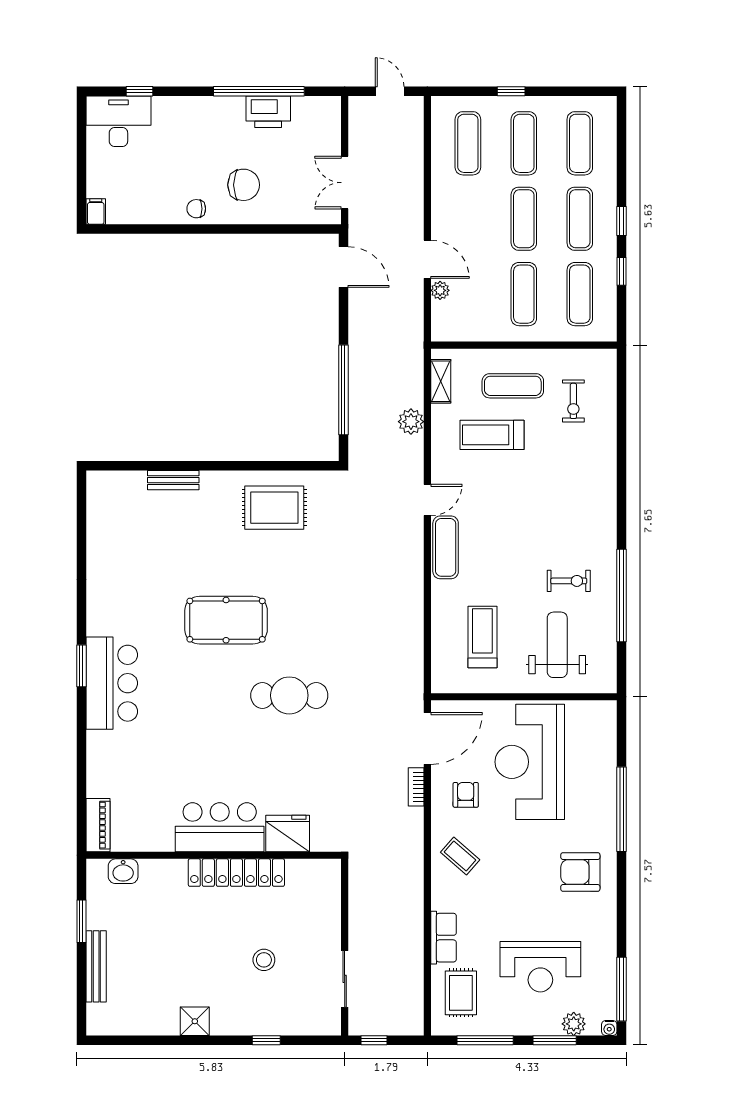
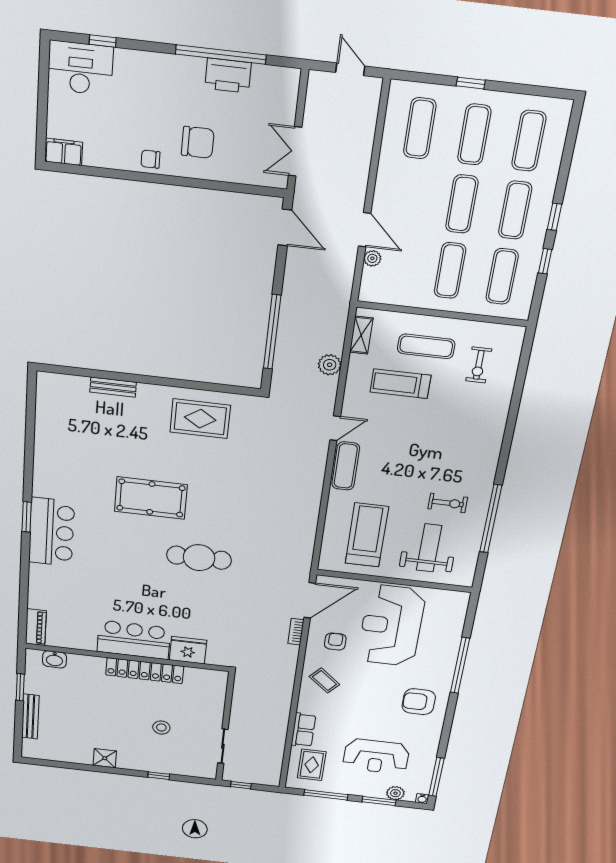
filing cabinet: (96, 212) -> (64, 152), width x2.00
treadmill: (482, 637) -> (367, 535), width x1.37, depth x1.38

